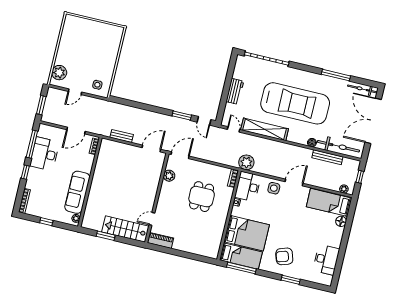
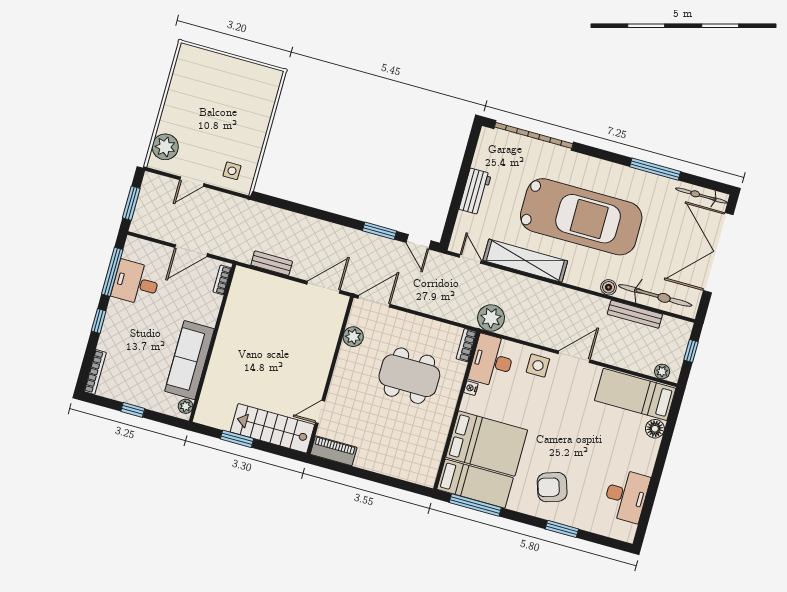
desk: (45, 154) -> (136, 283), width x0.73
dining table: (202, 197) -> (409, 376), width x1.38

